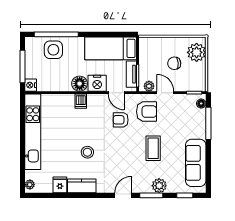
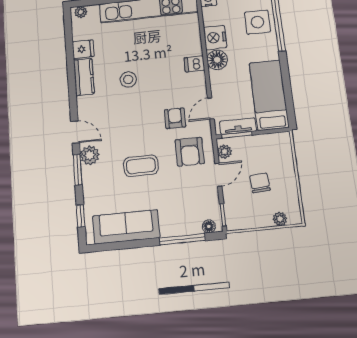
plant: (197, 52) -> (280, 219), width x0.53, depth x0.53
nightstand: (97, 83) -> (215, 37), moved
plant: (159, 186) -> (90, 155), moved

